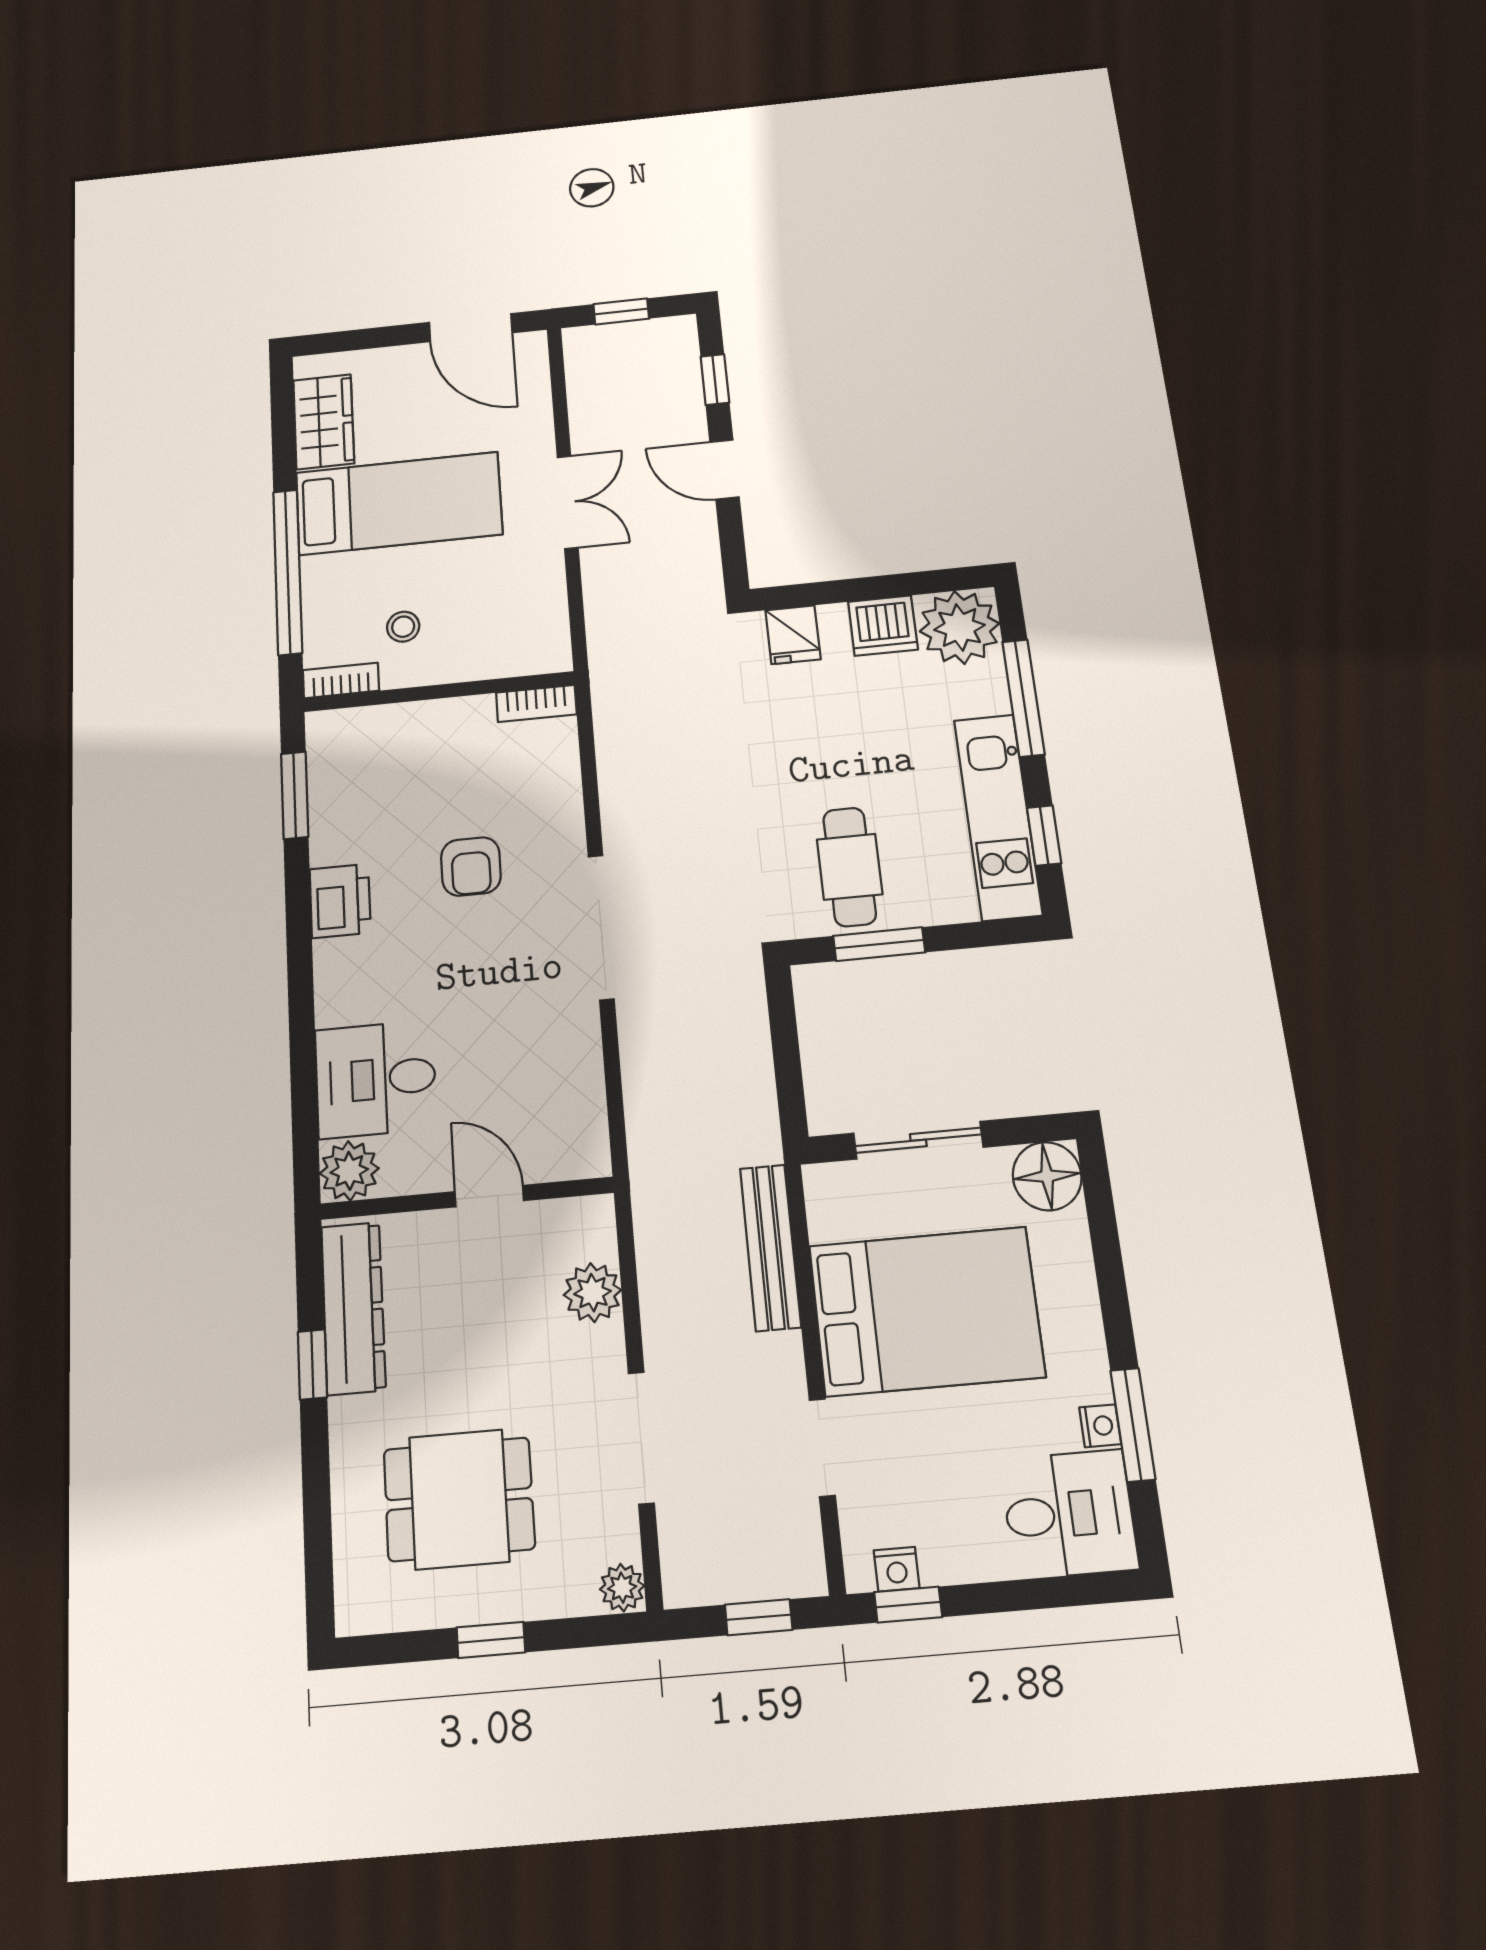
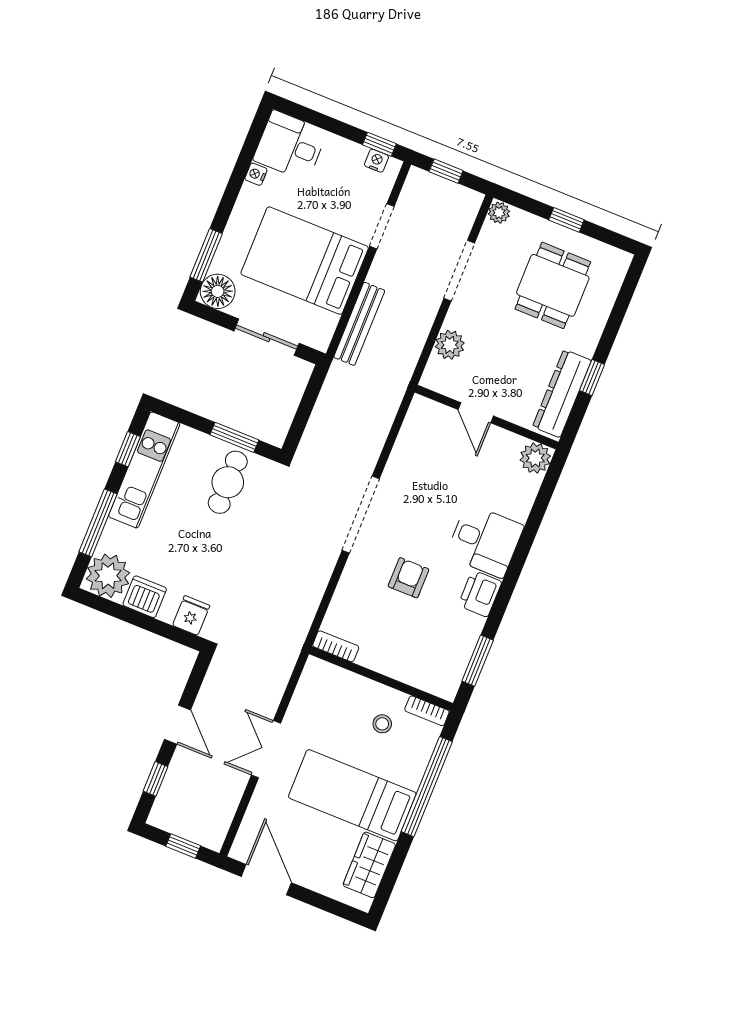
desk: (376, 1079) -> (485, 541), moved
window: (1133, 1425) -> (206, 255), moved
dining table: (459, 1499) -> (553, 285), turned 90

